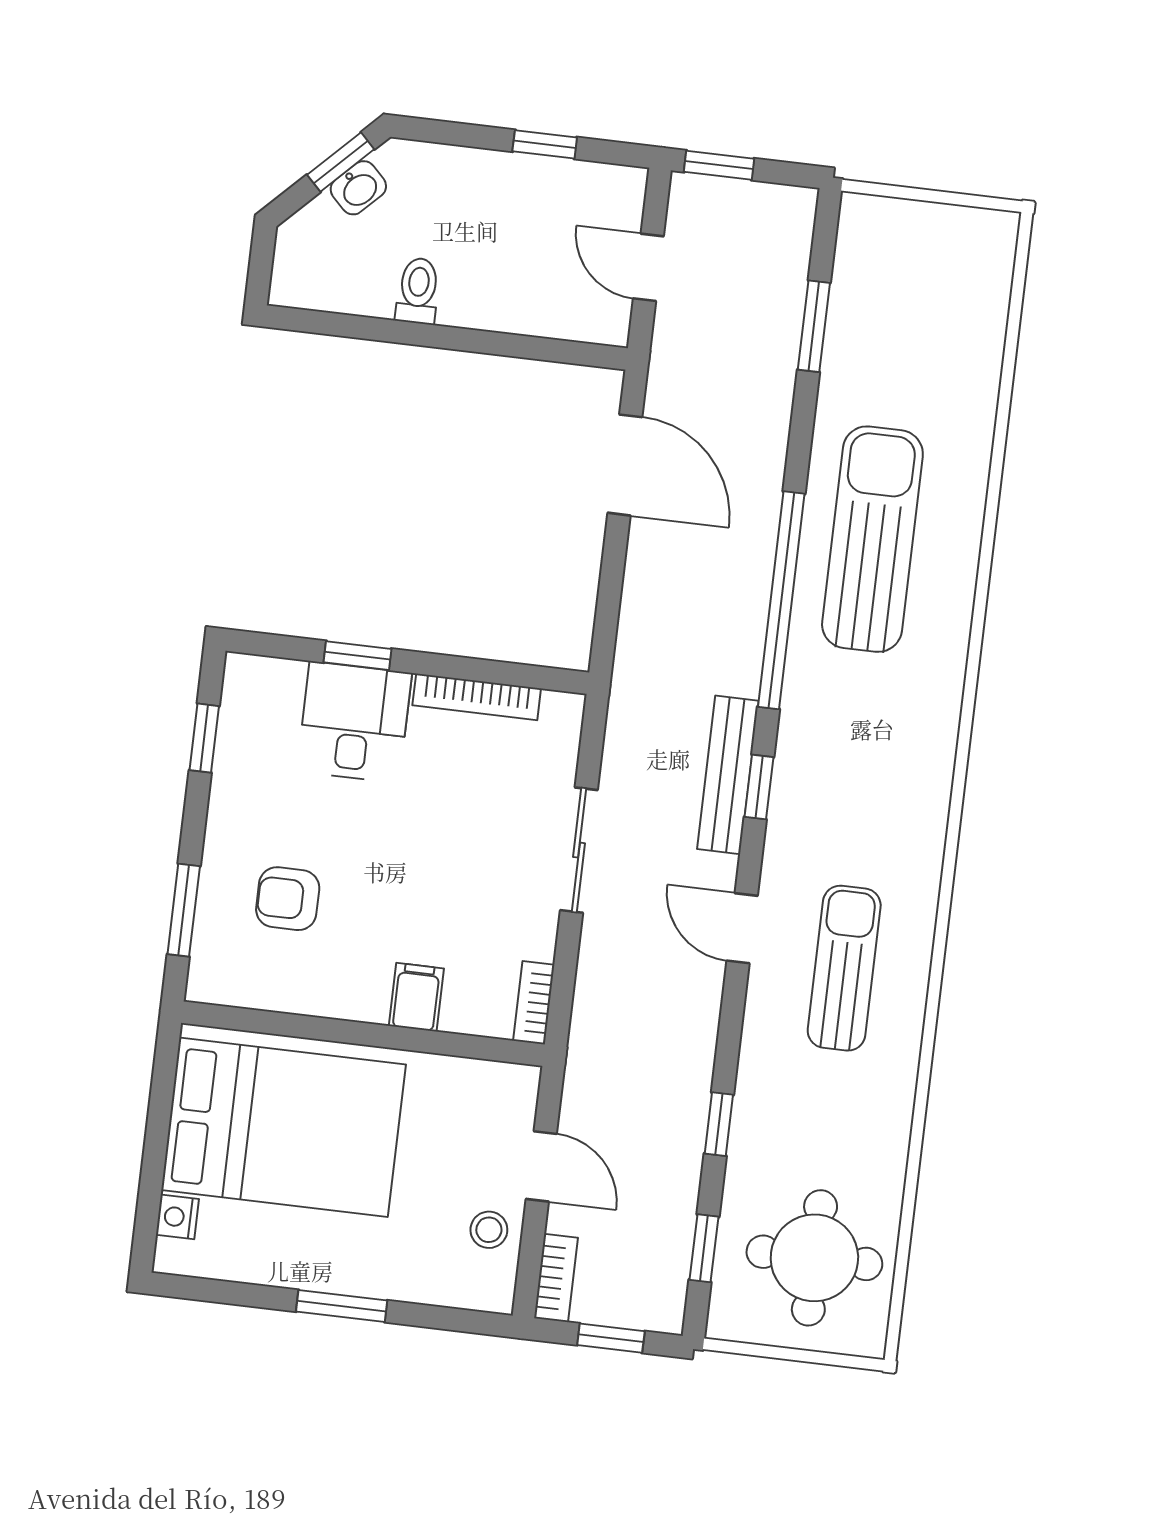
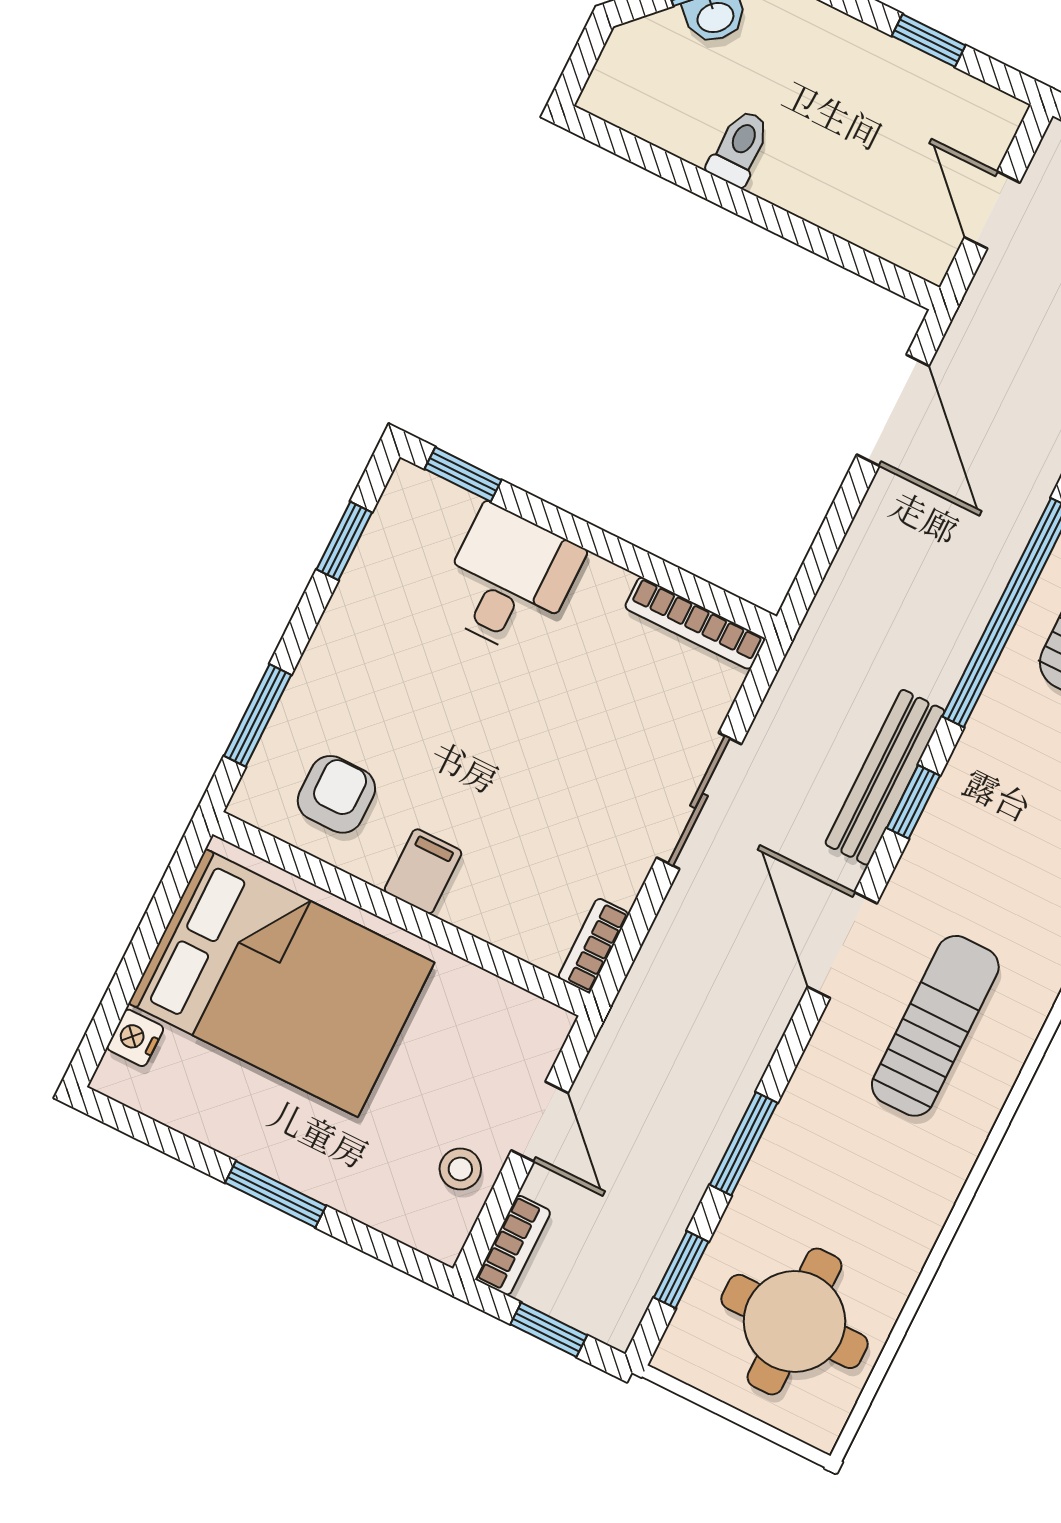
window: (357, 656) -> (463, 474), moved
bookcase: (477, 697) -> (695, 623), moved
armchair: (288, 899) -> (336, 794), moved, turned 90
door: (742, 928) -> (842, 945), width x1.38
filing cabinet: (416, 997) -> (423, 871), moved
window: (719, 1124) -> (744, 1144), width x1.50

